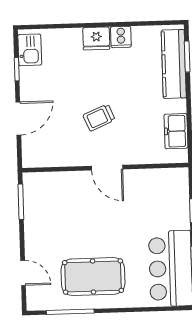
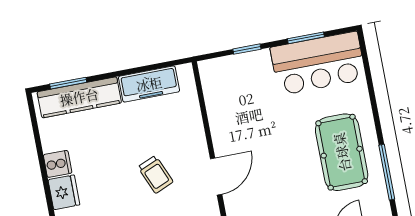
freezer: (176, 131) -> (149, 84), width x1.40
door: (107, 168) -> (216, 176), moved

